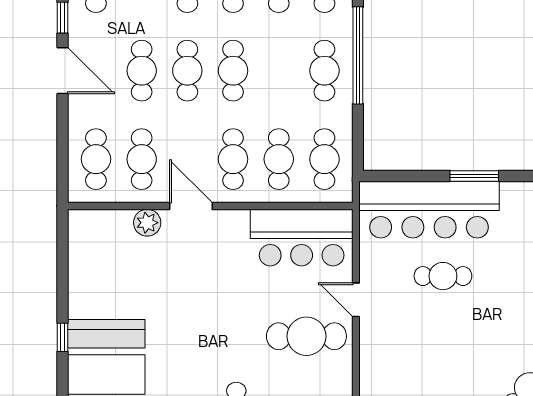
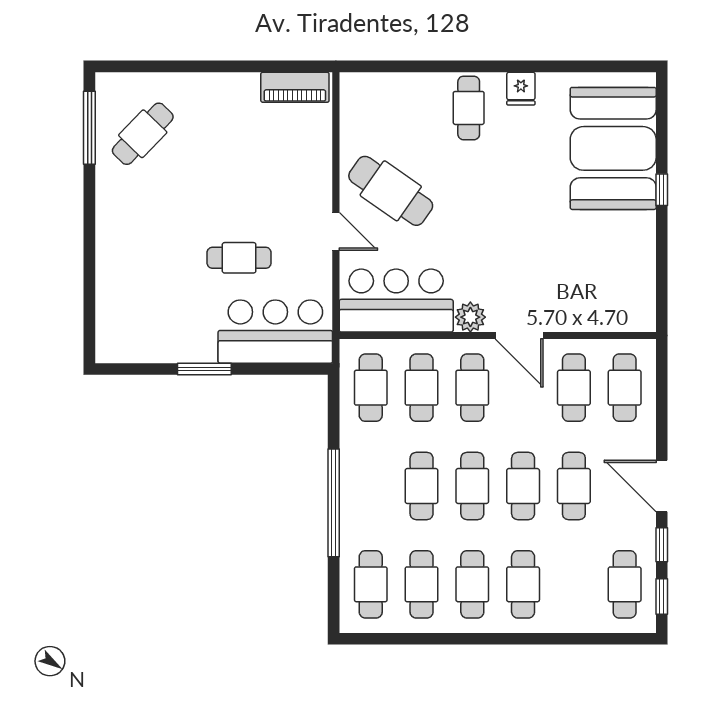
cafe table: (324, 71) -> (422, 486), moved
bar counter: (429, 210) -> (275, 332), width x0.73
plant: (147, 223) -> (470, 317), moved
cafe table: (306, 336) -> (391, 191), turned 35

